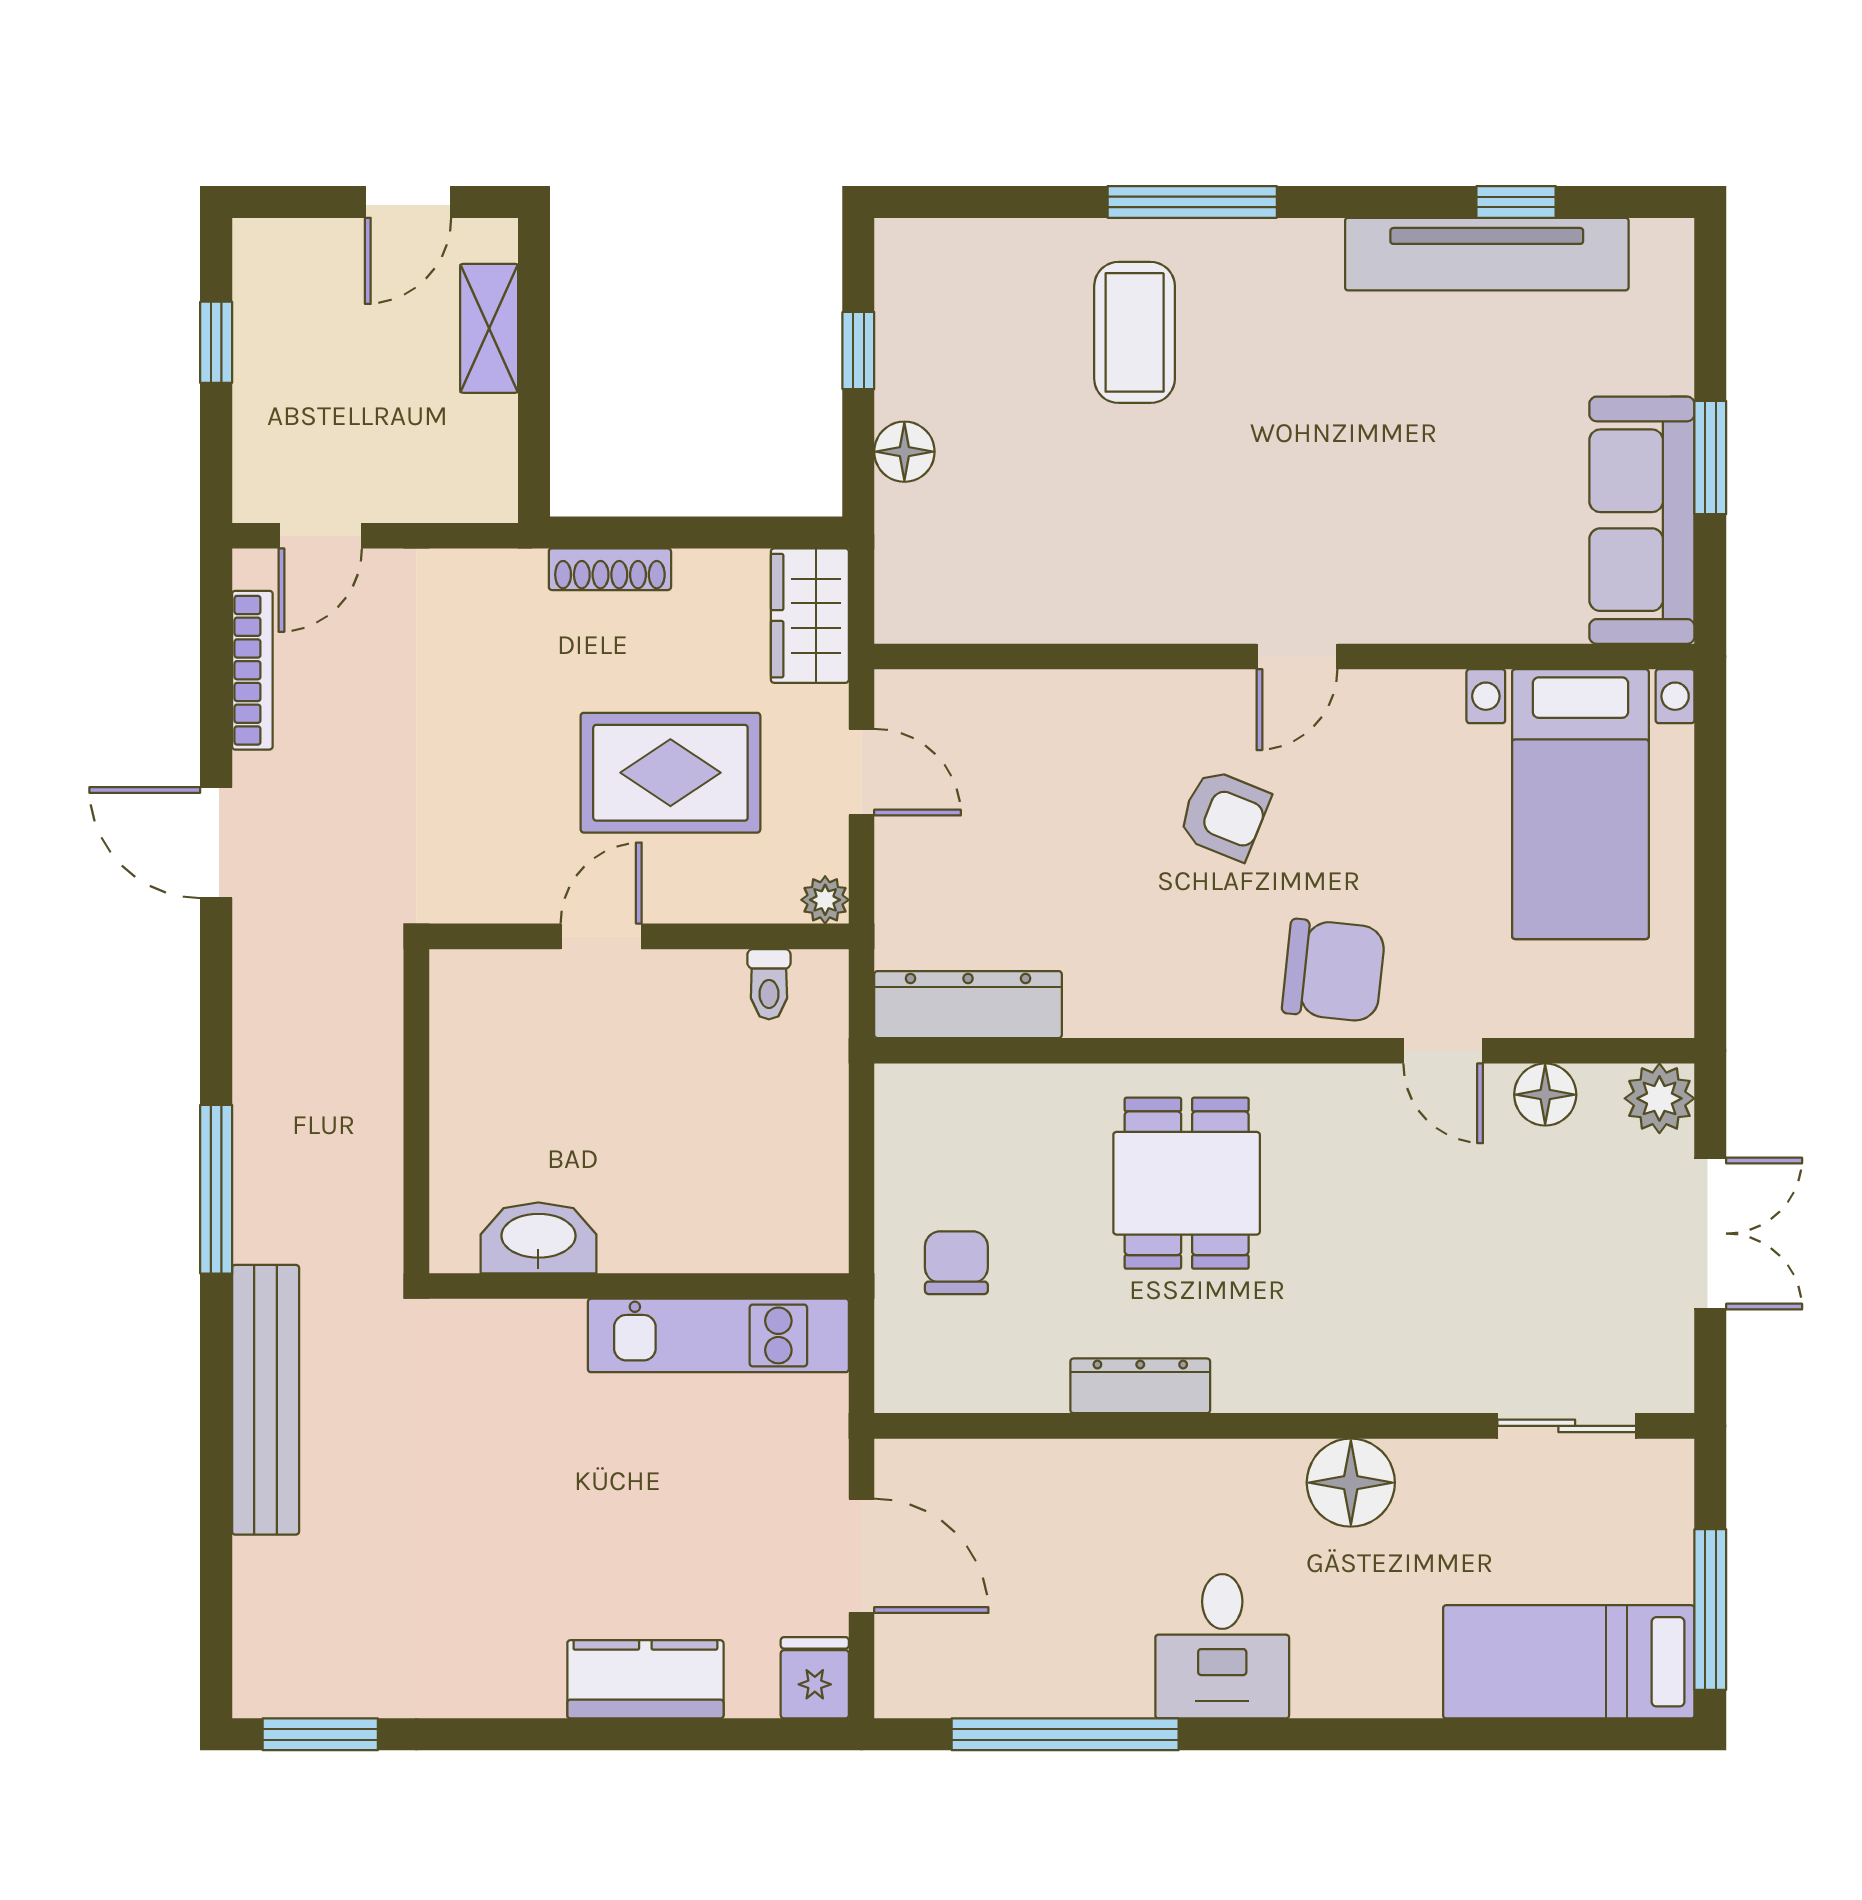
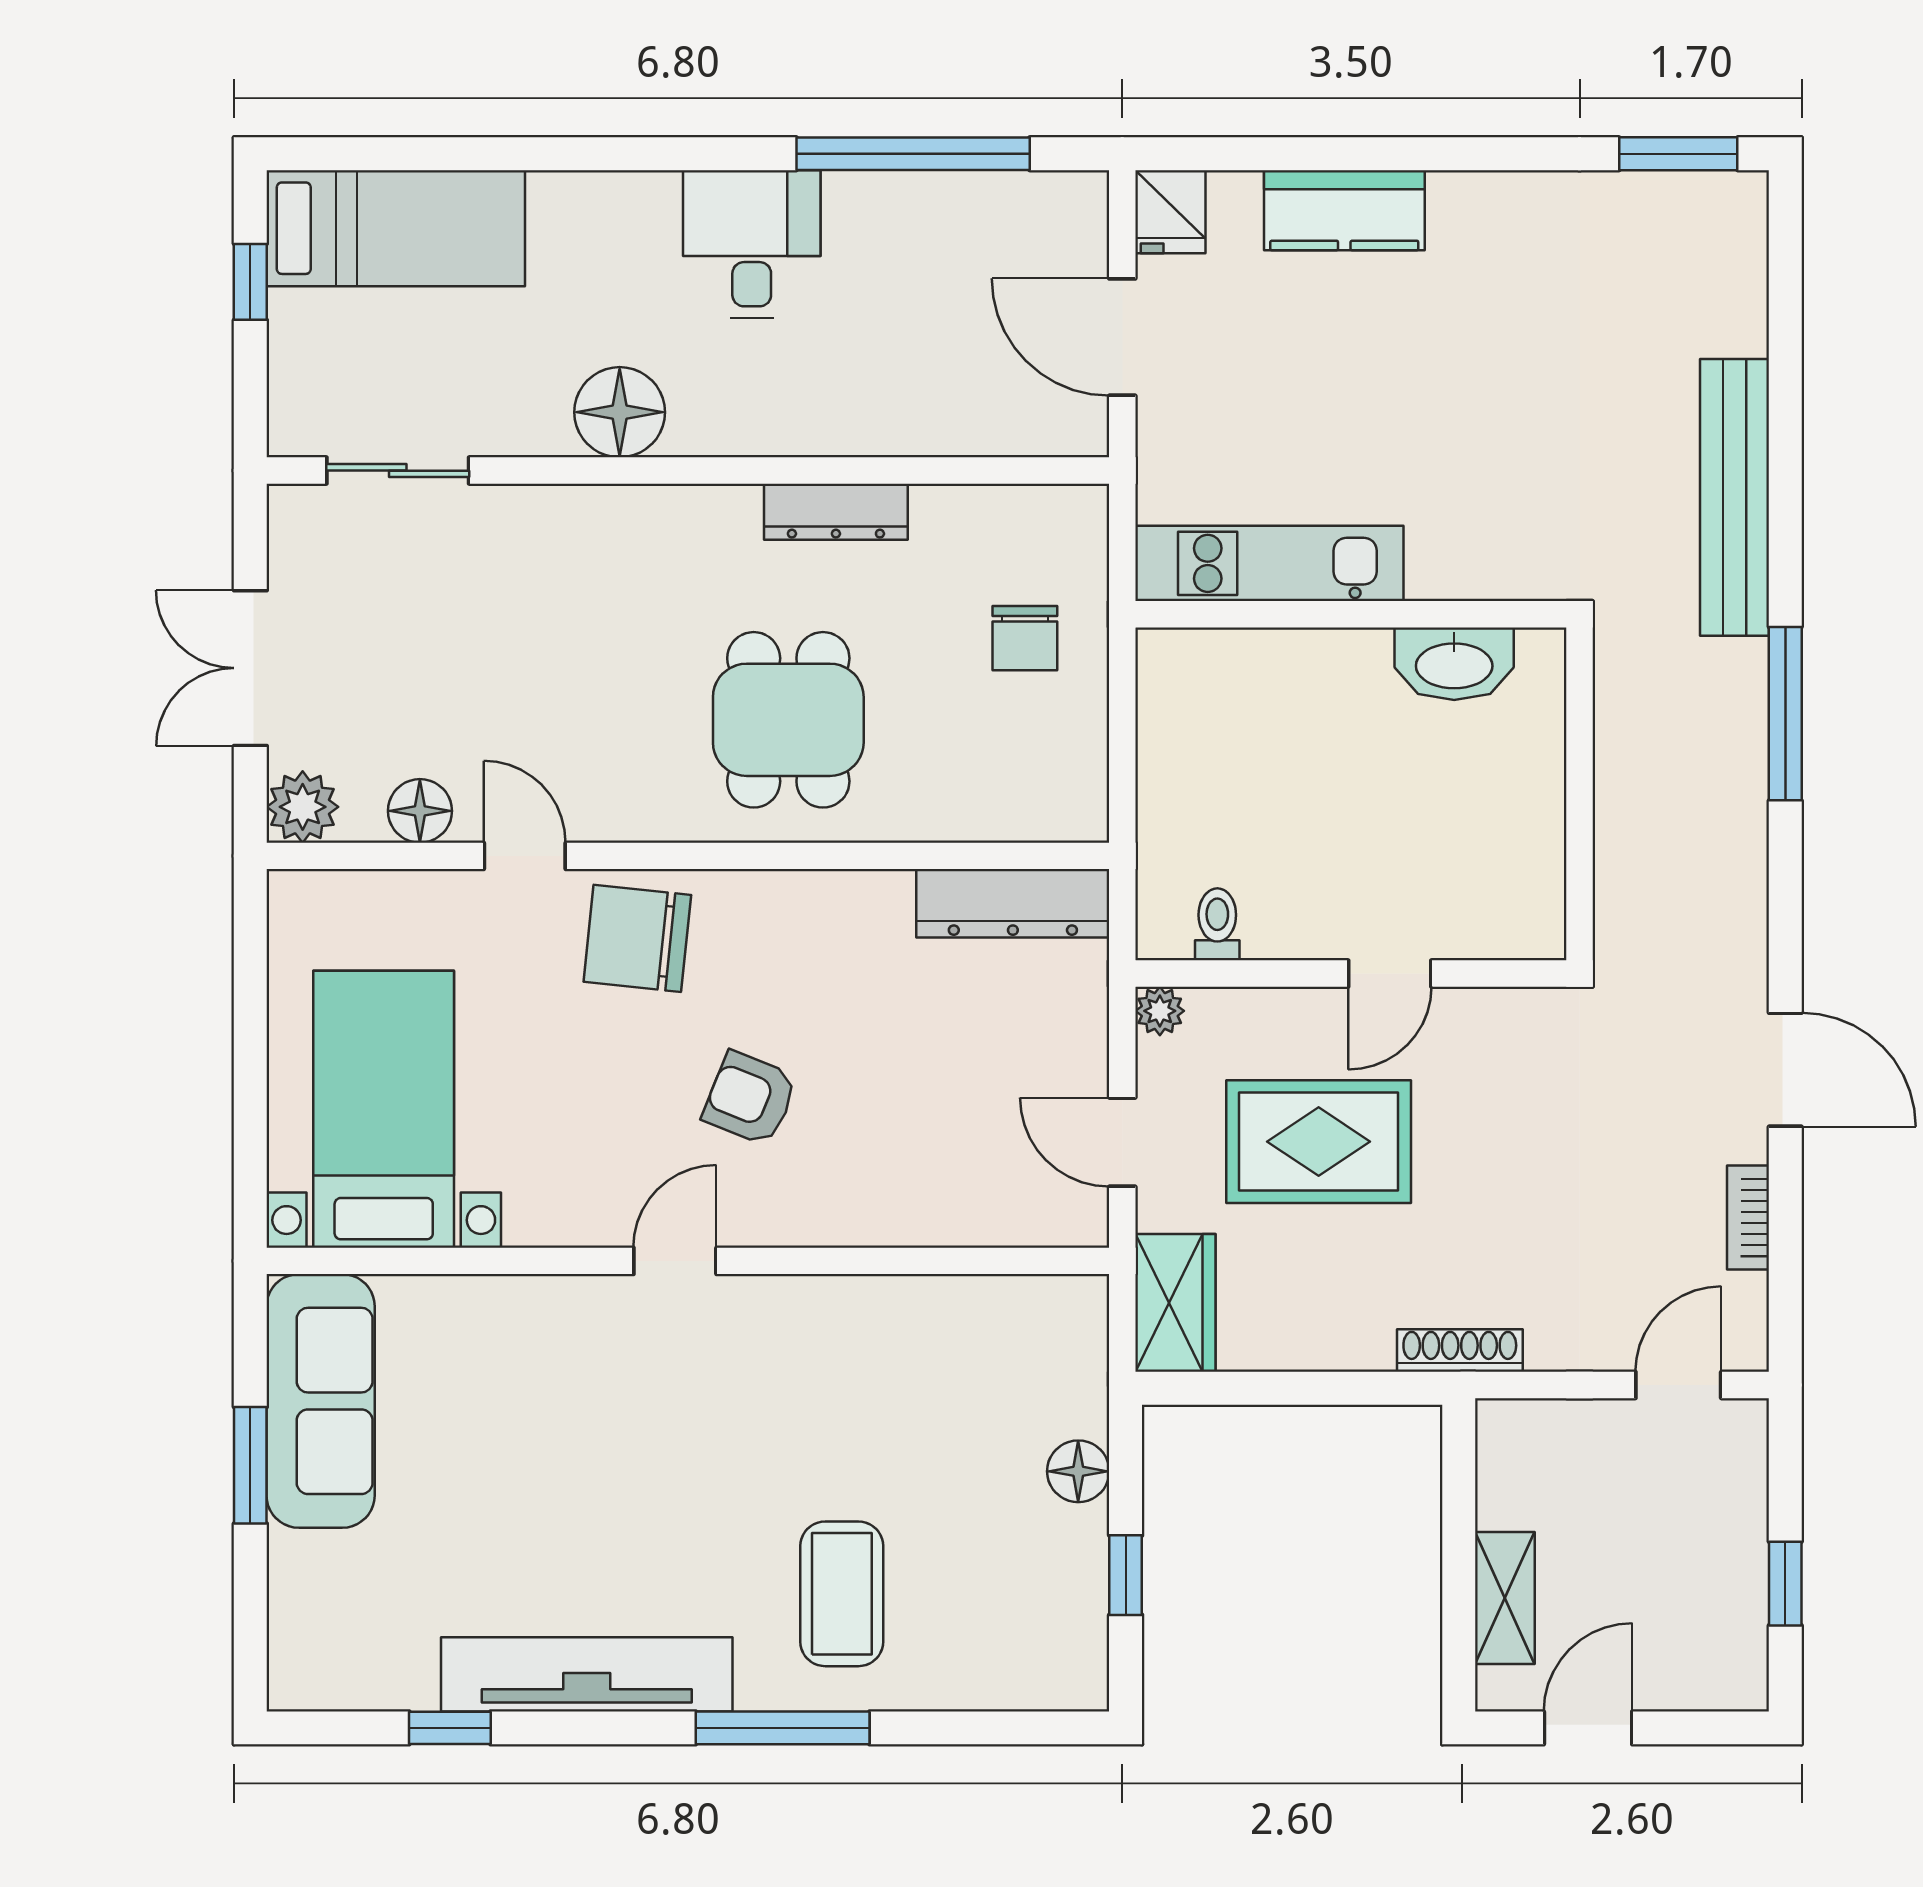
tv unit: (1487, 254) -> (587, 1674), moved
shoe rack: (610, 569) -> (1460, 1351), moved
bookcase: (252, 670) -> (1748, 1217), width x0.64
window: (1710, 1609) -> (250, 282), width x0.46

